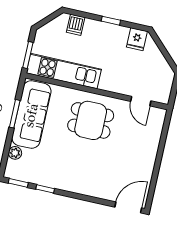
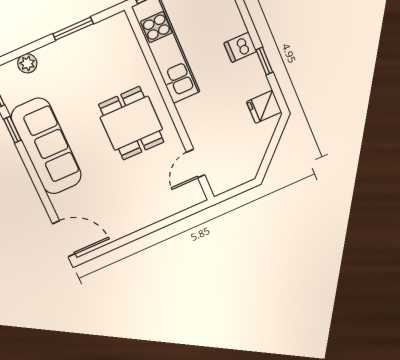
dishwasher: (76, 25) -> (240, 47), moved
sofa: (31, 115) -> (46, 146), moved, turned -90

